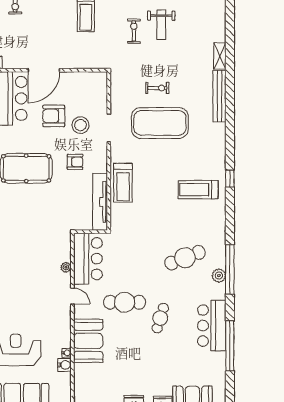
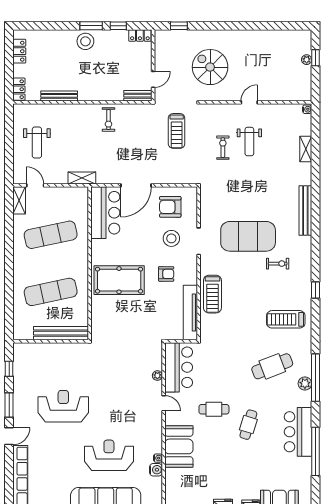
shelving: (220, 56) -> (306, 149), moved
exercise bike: (157, 88) -> (278, 264), moved
armchair: (54, 116) -> (170, 207), moved
treadmill: (198, 190) -> (286, 319), moved
cafe table: (125, 302) -> (214, 409), width x0.73, depth x0.74

